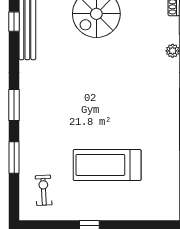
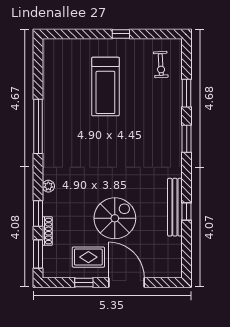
treadmill: (107, 165) -> (105, 87), turned 90

